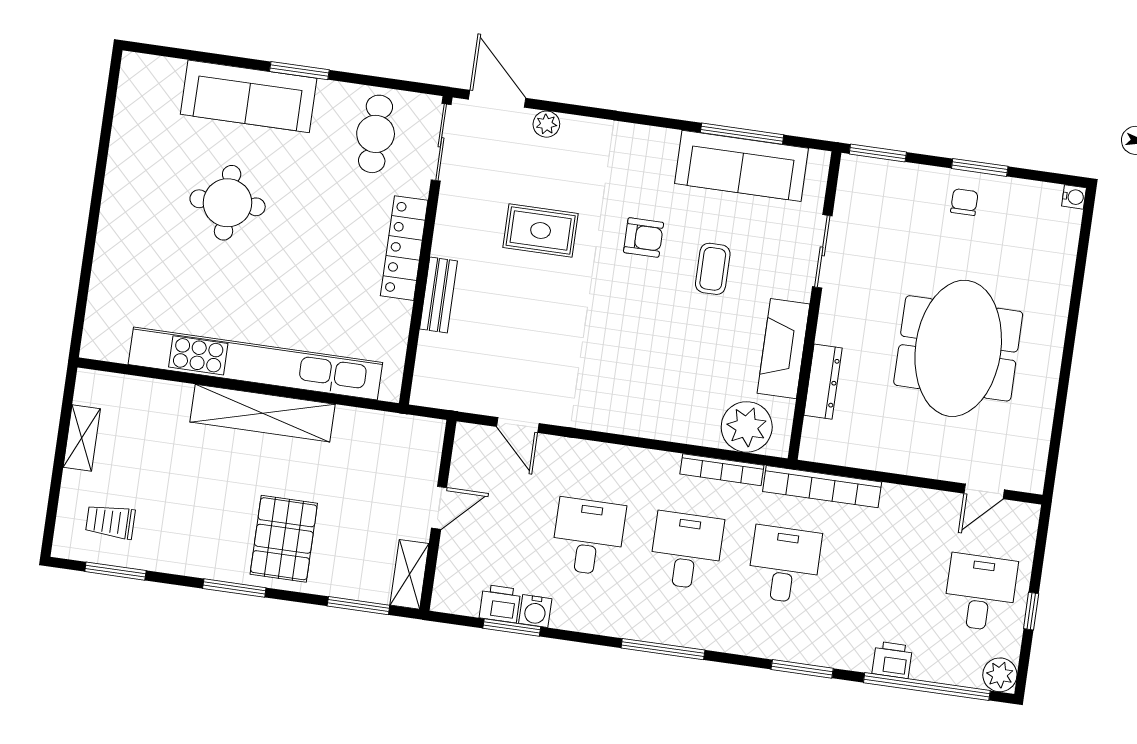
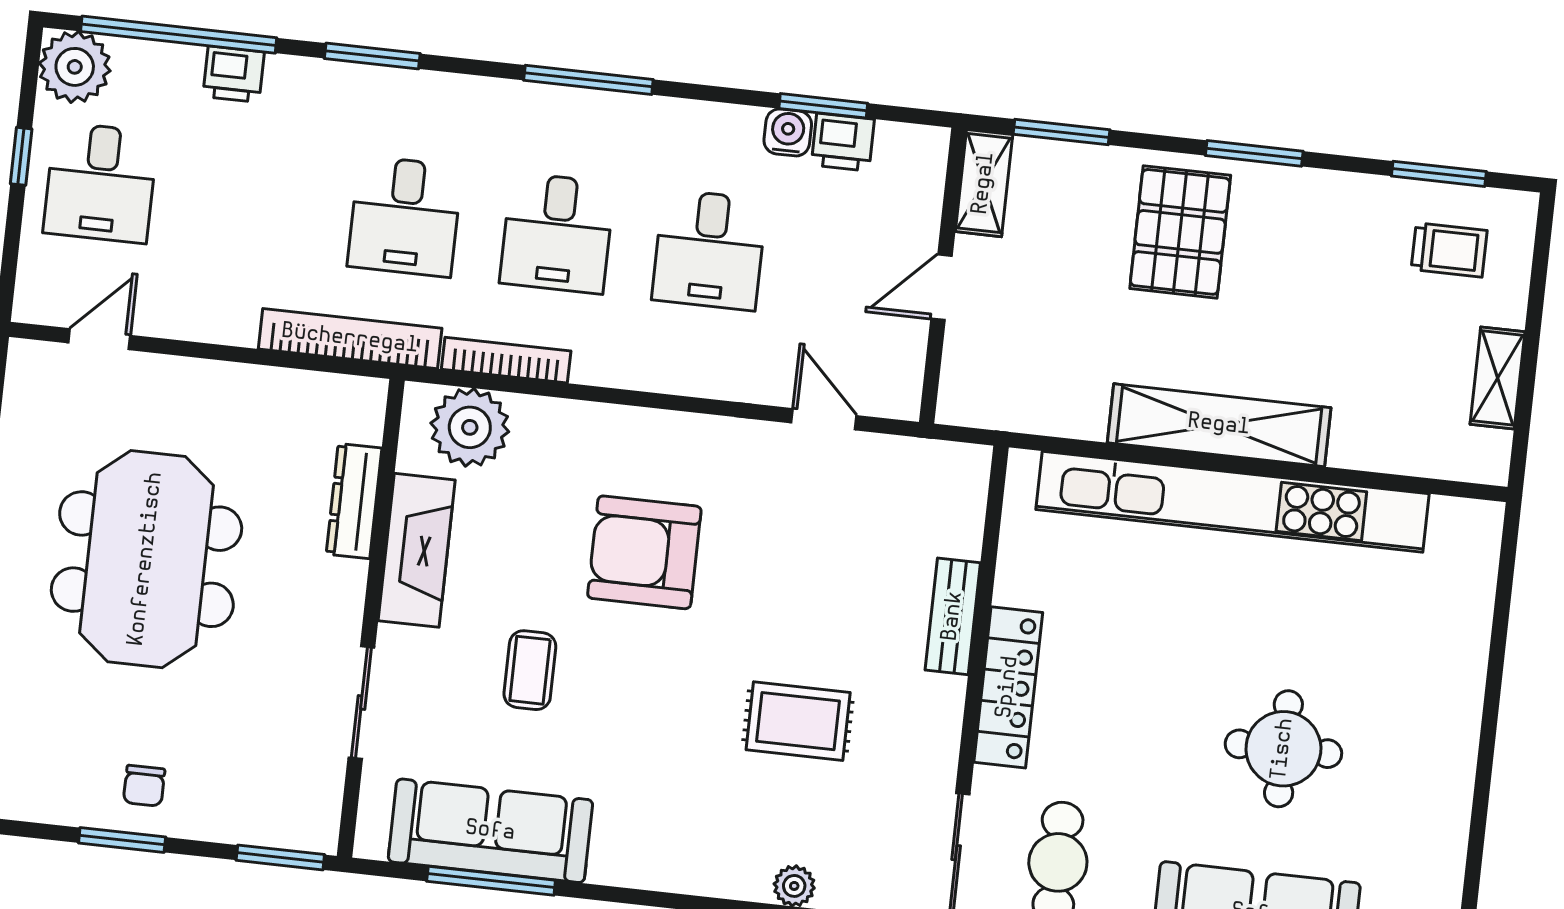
armchair: (644, 237) -> (644, 552), moved, width x1.88, depth x1.88
plant: (1000, 675) -> (75, 67), width x1.36, depth x1.36

